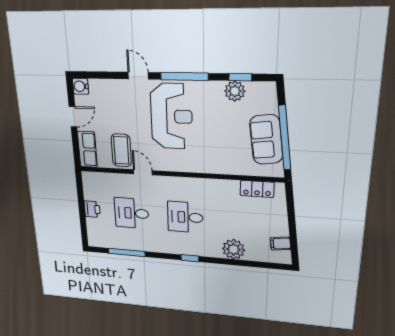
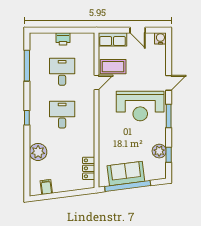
window: (184, 76) -> (169, 116), width x0.69

